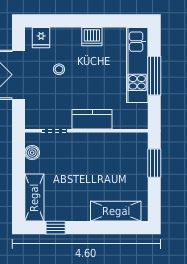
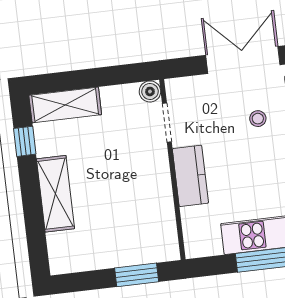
boiler: (32, 153) -> (150, 91), moved
shelving: (116, 211) -> (55, 194), moved

